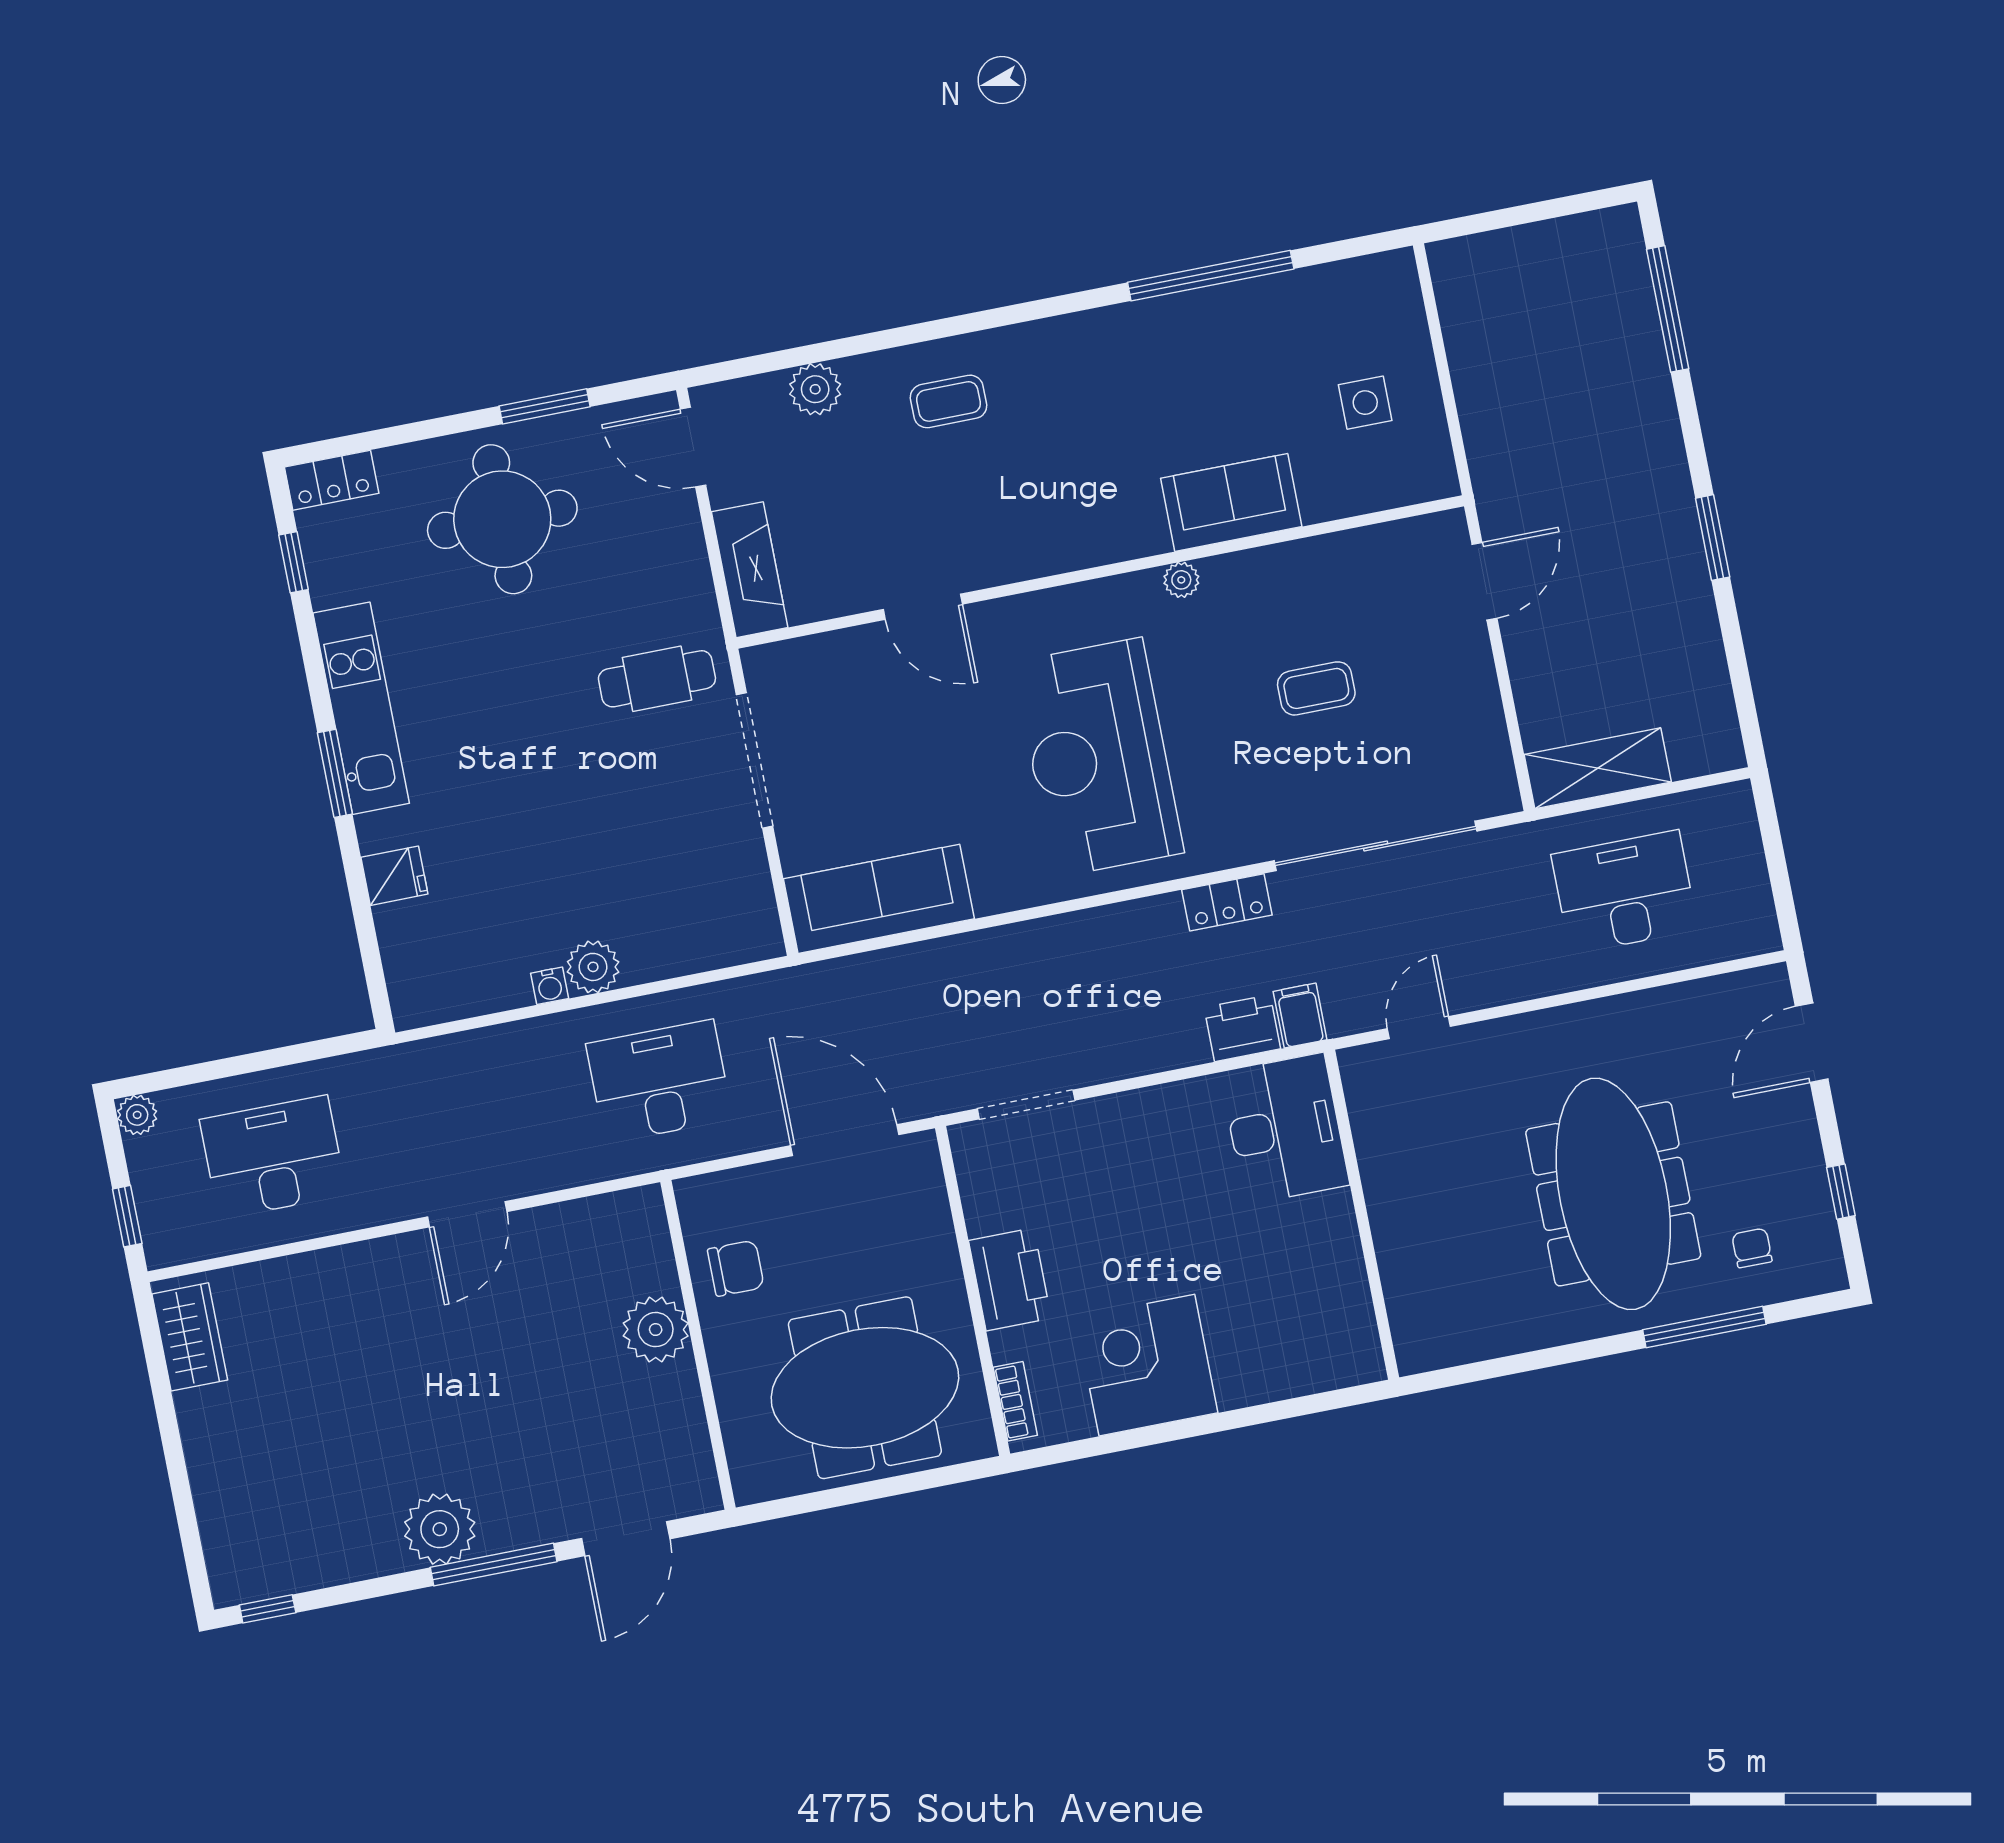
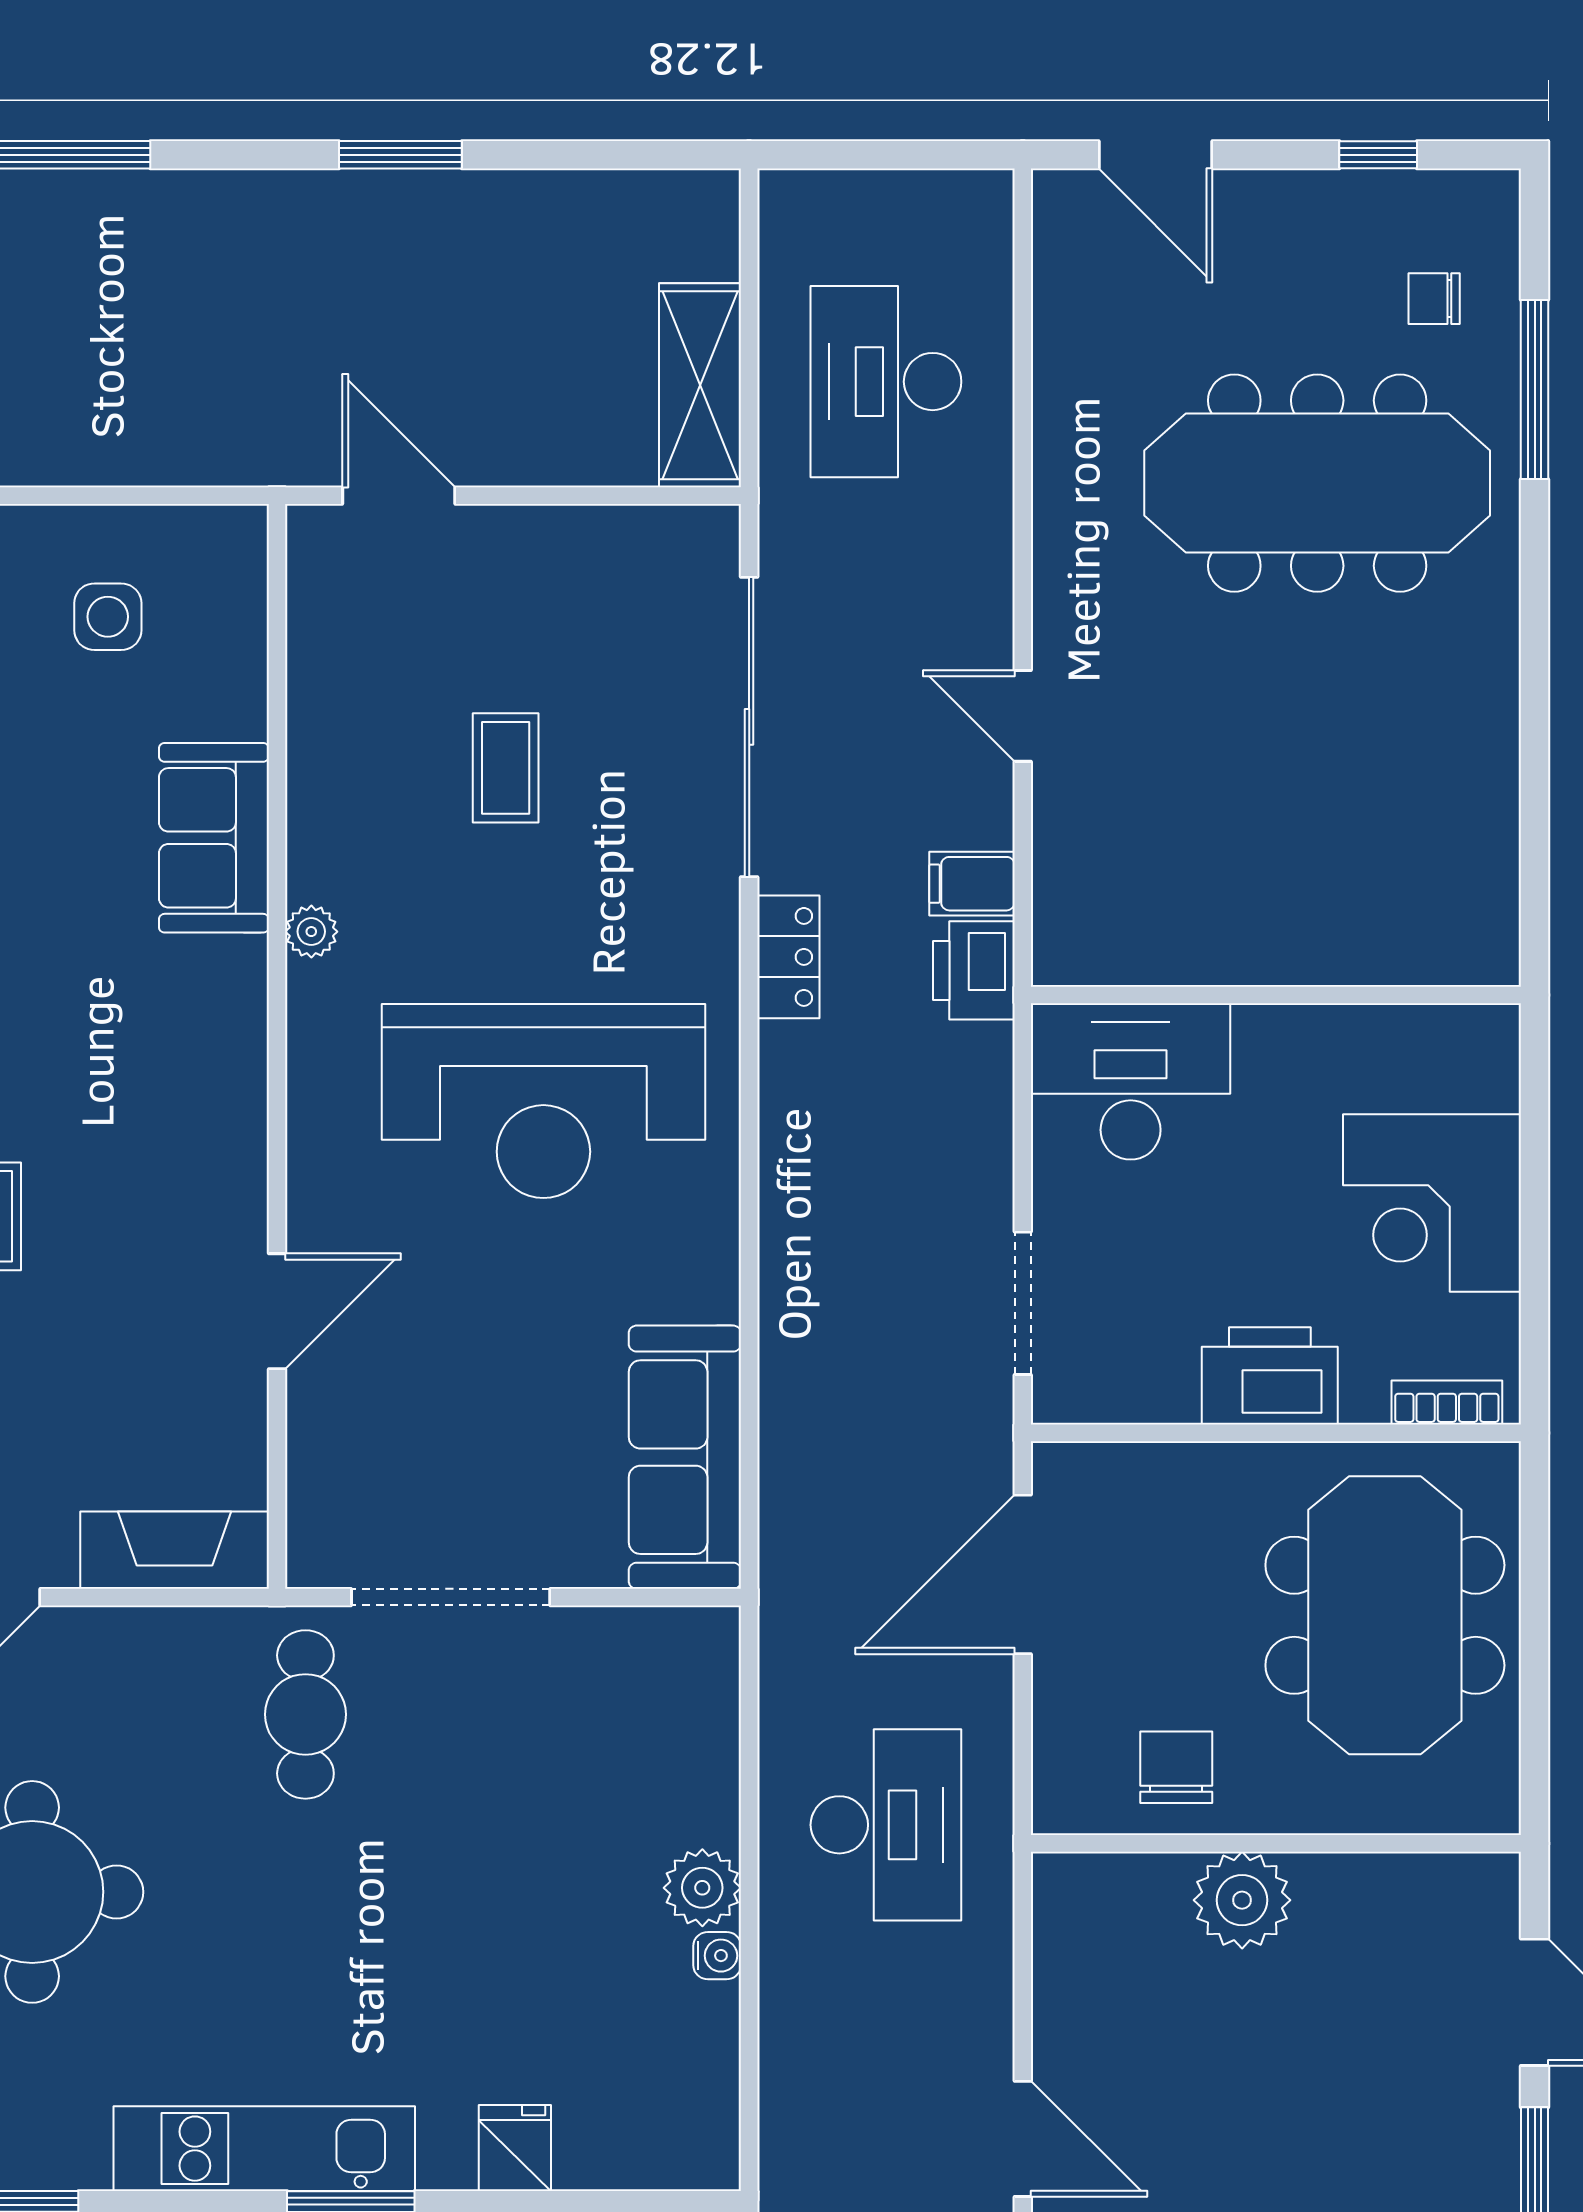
desk: (659, 1081) -> (886, 1825), turned 180
desk: (1285, 1129) -> (1131, 1081), moved
wall: (1362, 1215) -> (1276, 995), moved

